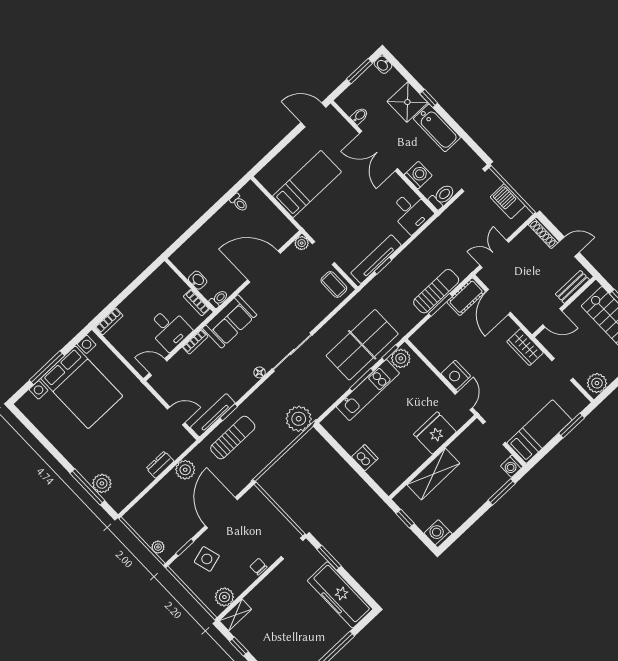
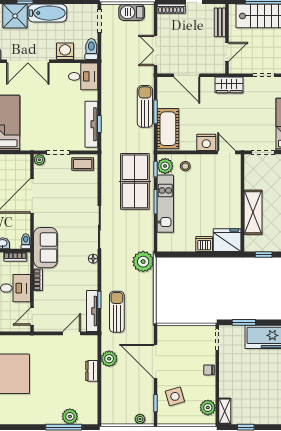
cot: (466, 297) -> (168, 129), moved, width x1.37, depth x1.34
stool: (417, 376) -> (185, 166), added
fridge: (435, 433) -> (227, 240), moved, turned 90

